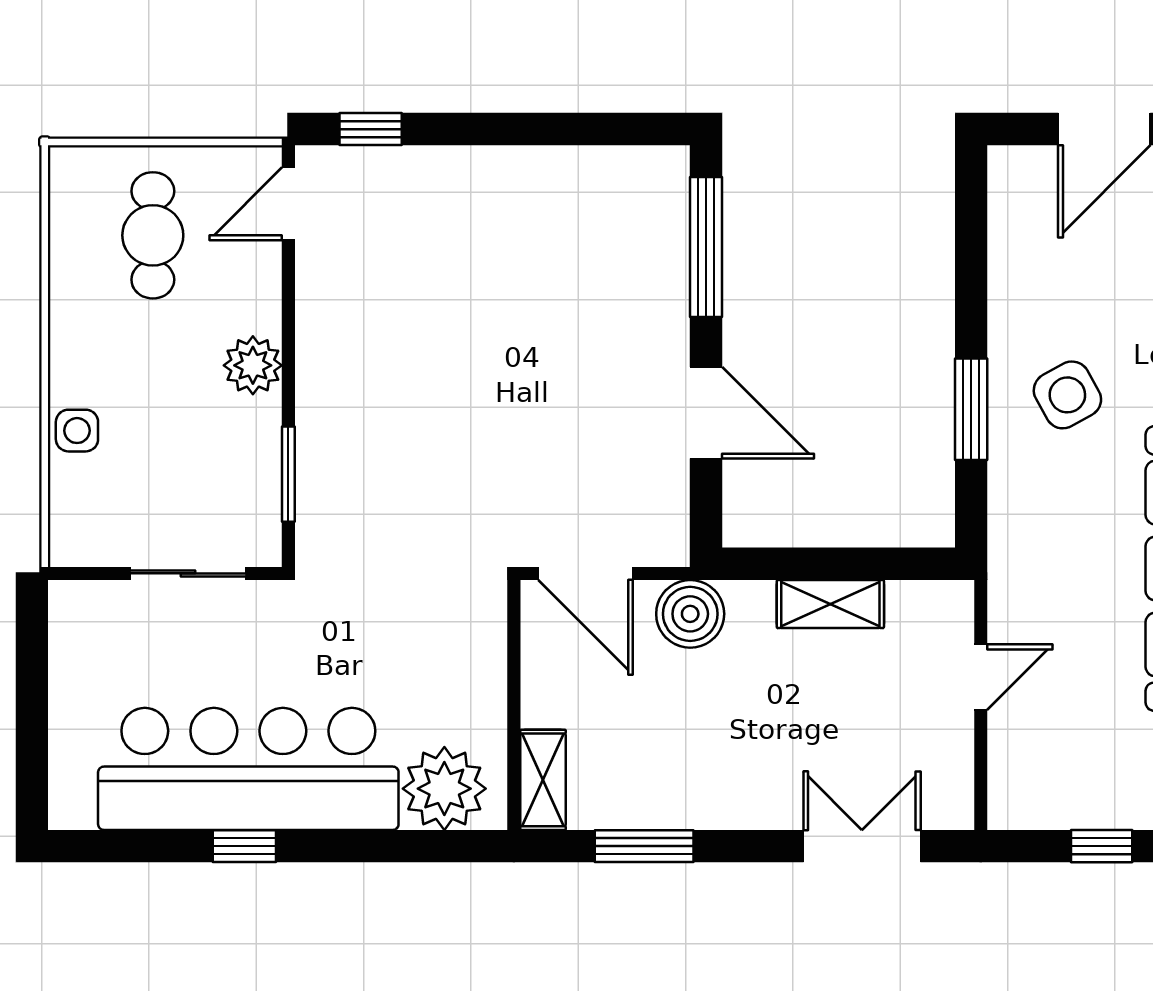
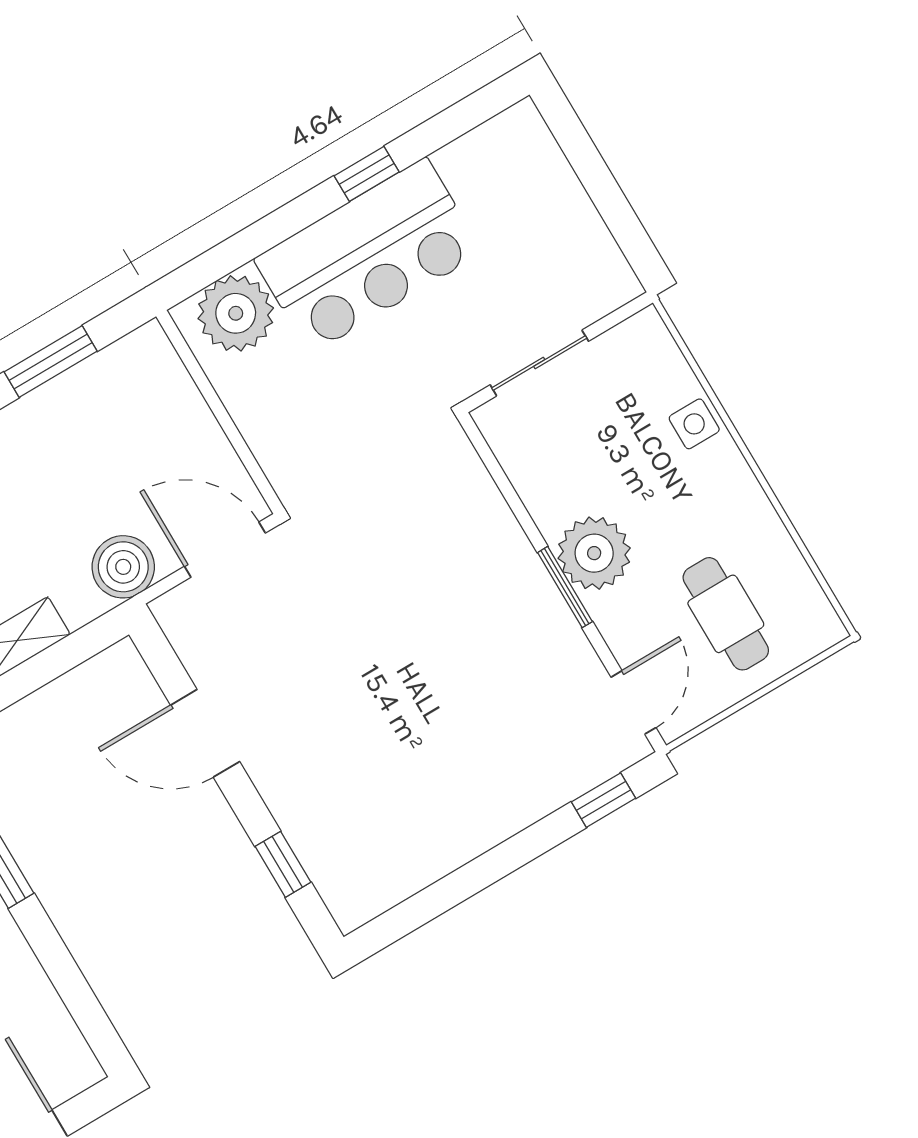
window: (706, 247) -> (283, 864), width x0.46
plant: (253, 365) -> (594, 553), width x1.36, depth x1.36
window: (288, 474) -> (565, 587), moved
bar counter: (248, 769) -> (368, 256), width x0.73
shelving: (543, 780) -> (162, 367), removed

